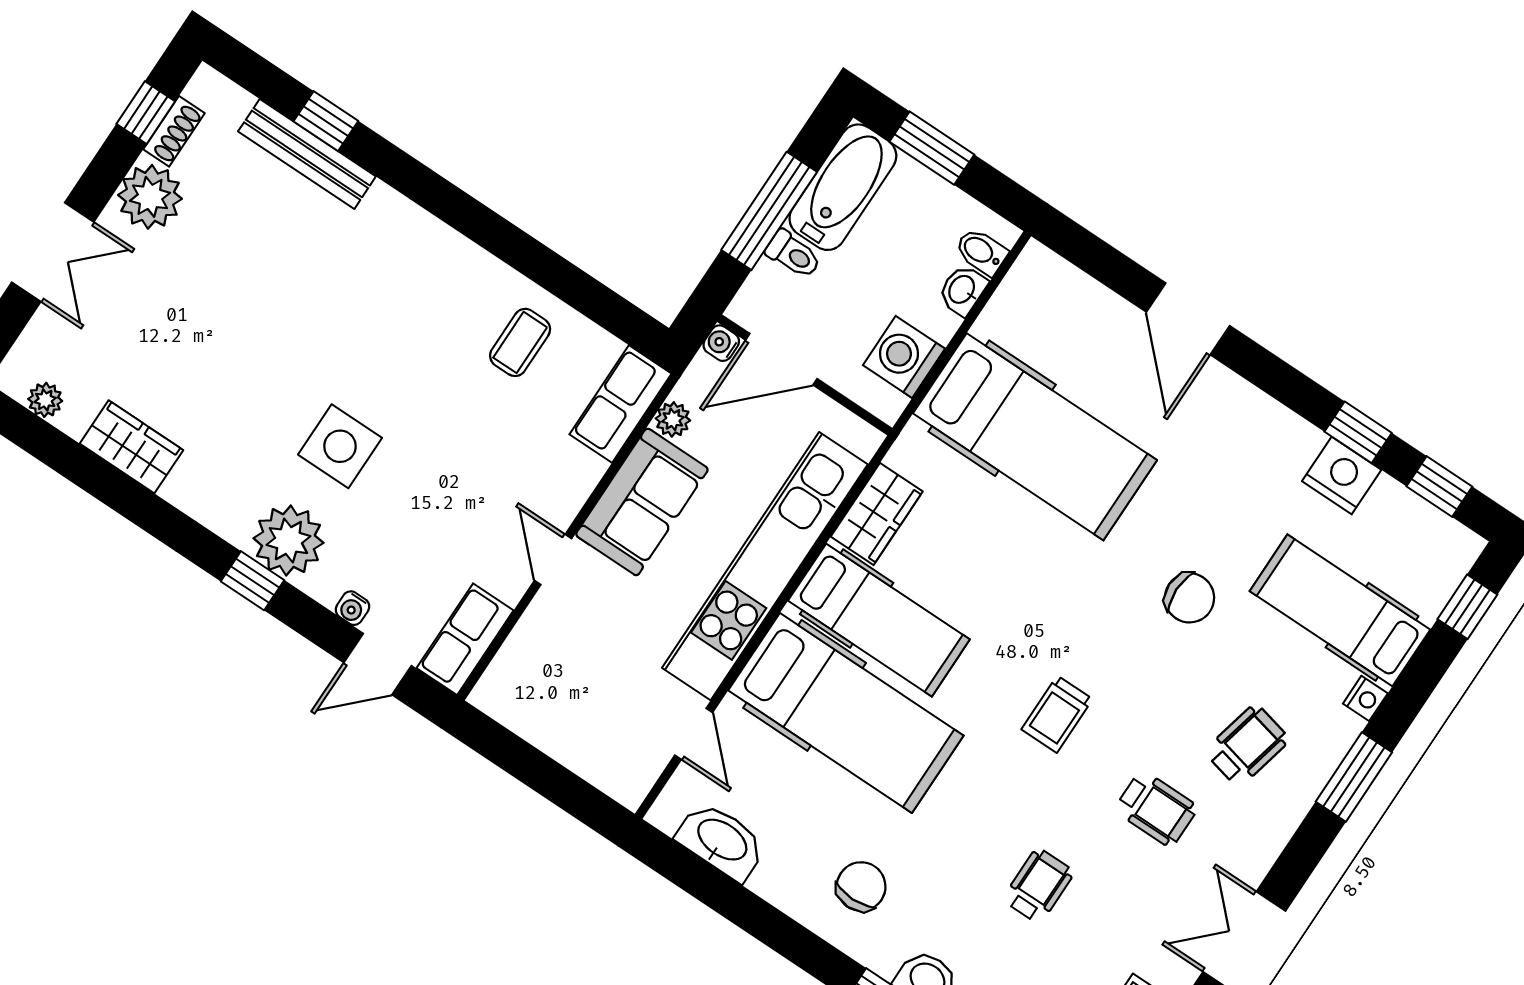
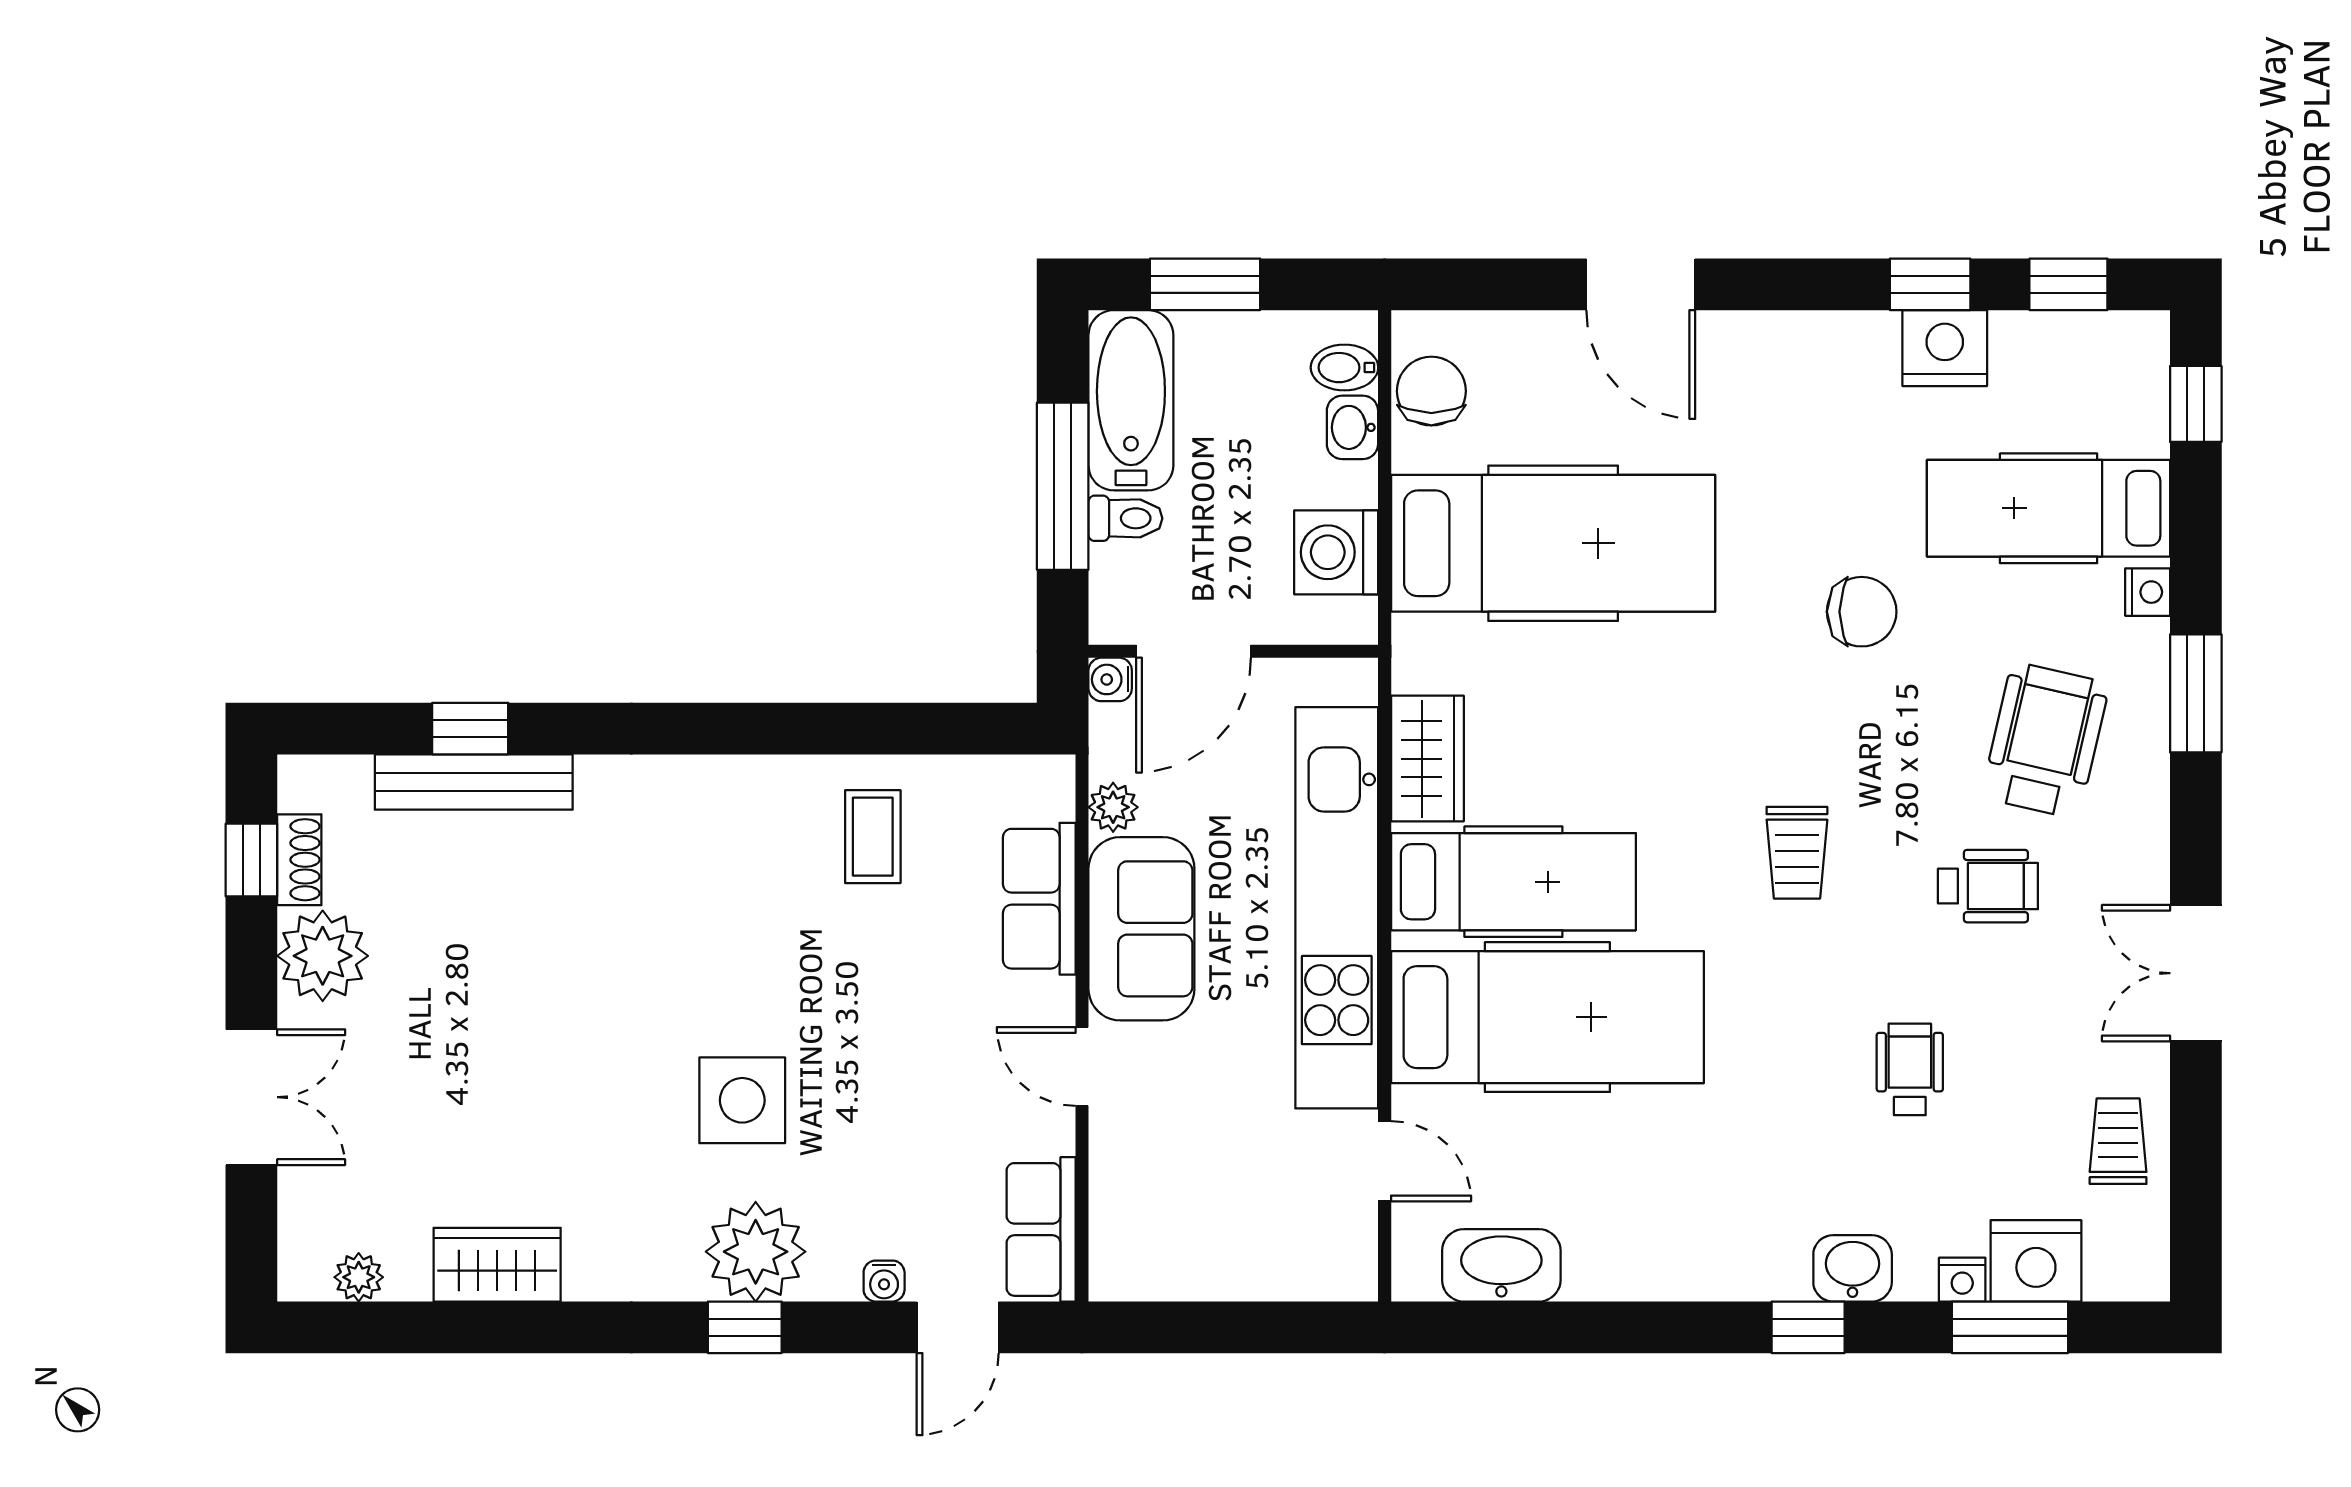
row of seats: (620, 404) -> (1039, 899), moved
wheelchair: (1247, 745) -> (2045, 740), width x1.36, depth x1.37
chair: (861, 887) -> (1431, 391), moved

